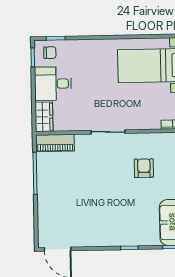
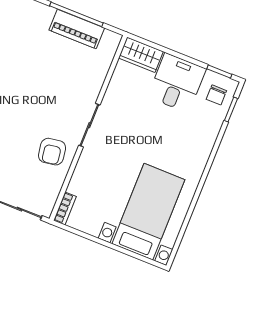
piano: (55, 143) -> (77, 29), moved, turned -90
armchair: (144, 168) -> (52, 152), moved, turned 81

